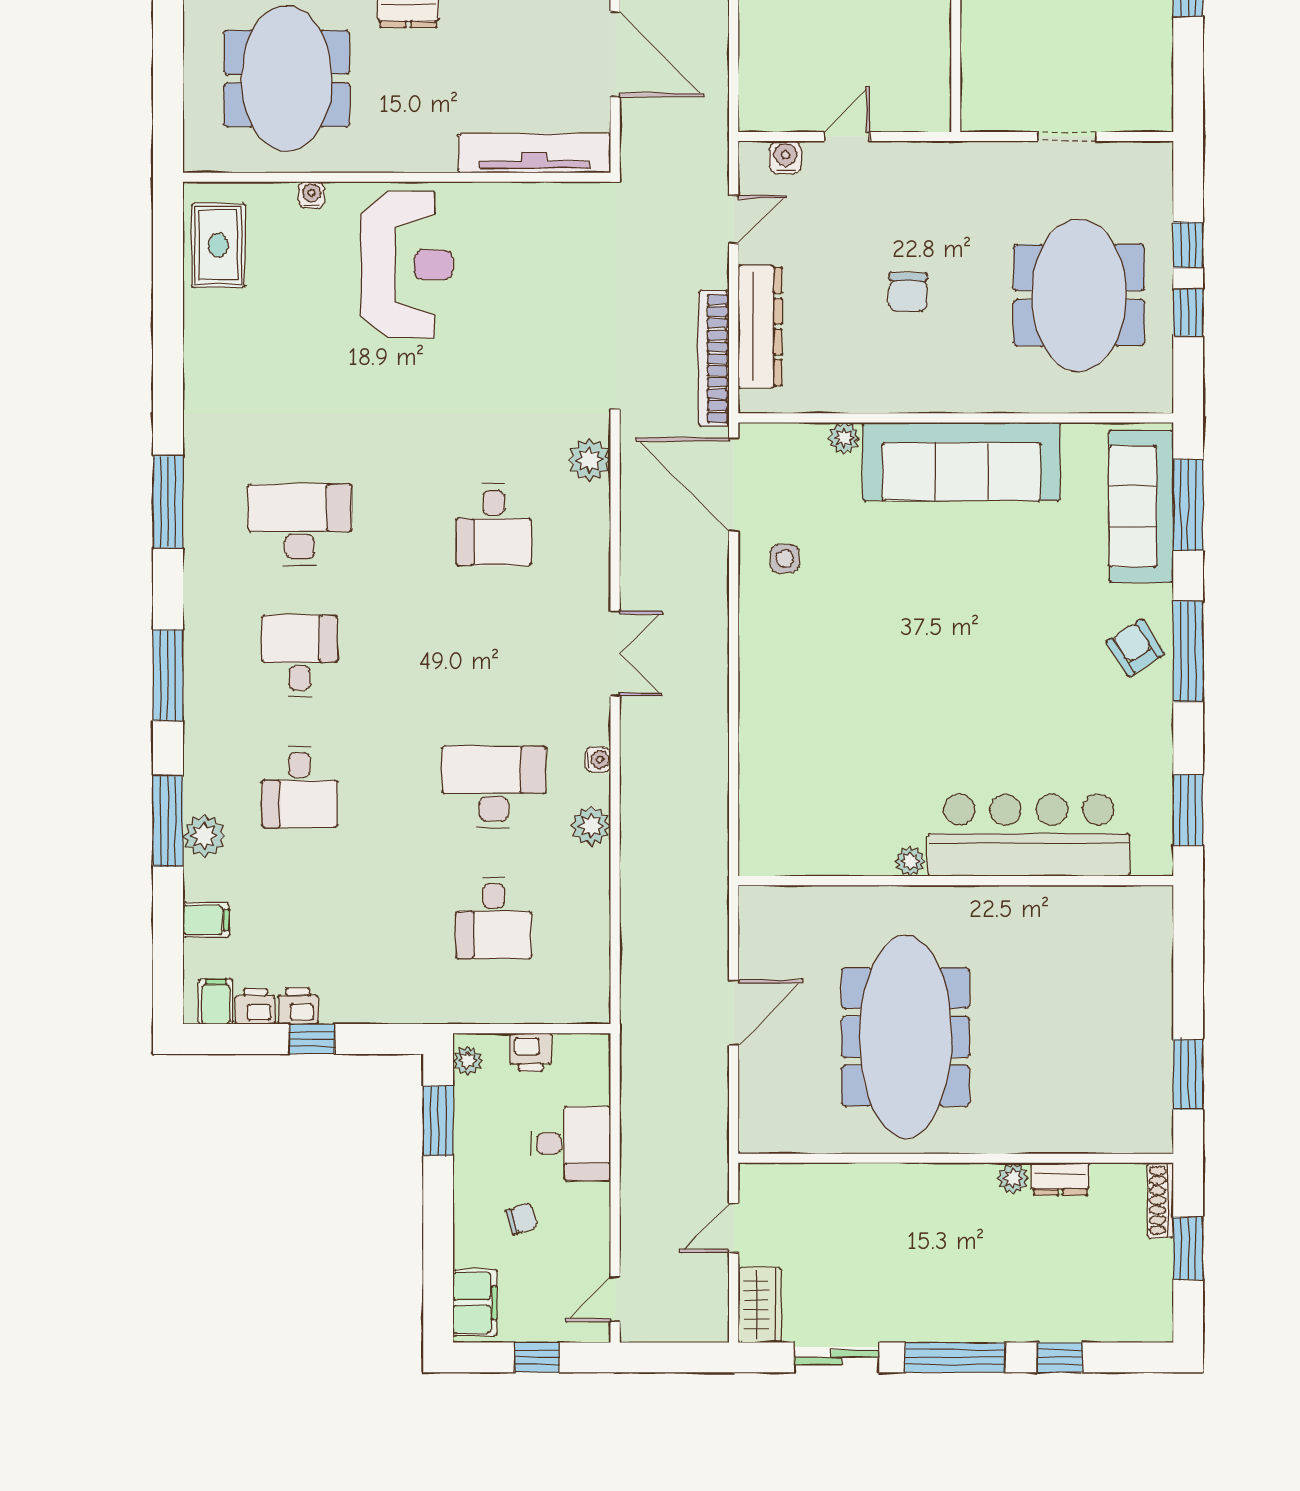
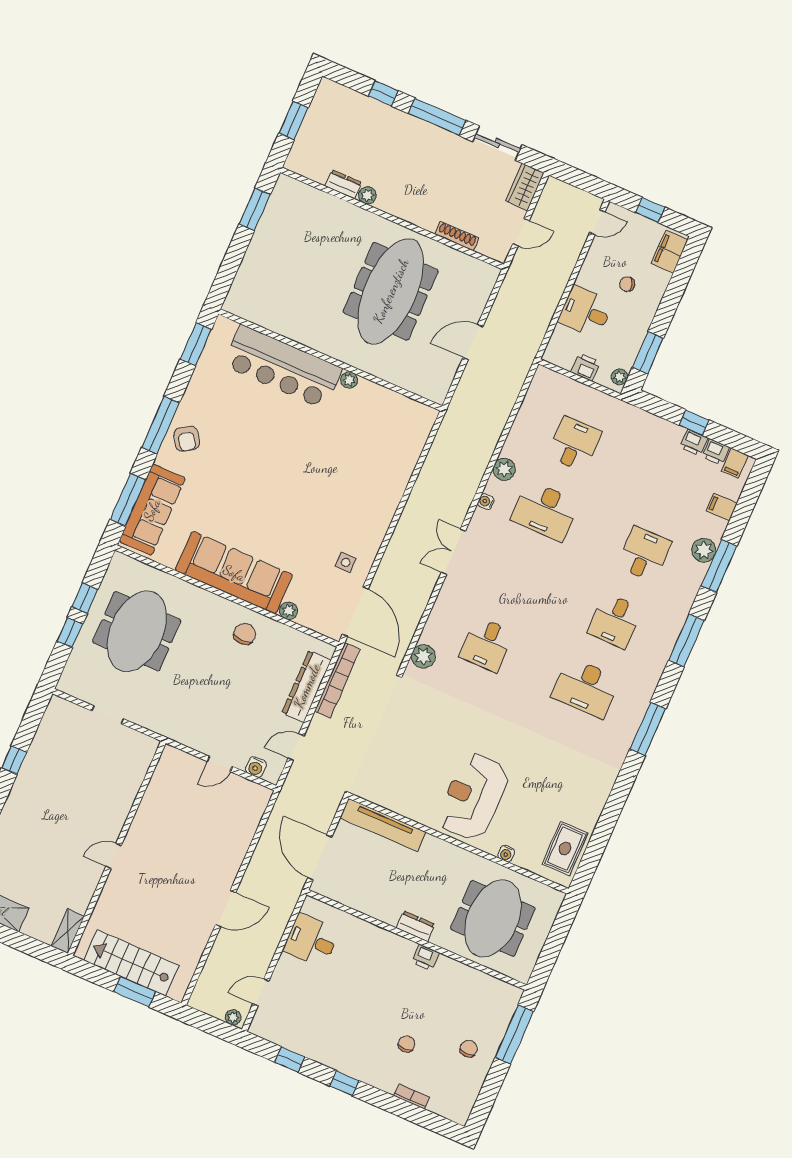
chair: (908, 292) -> (245, 634), moved
desk: (494, 525) -> (487, 644), turned 180
shoe rack: (1161, 1200) -> (457, 236), moved, turned -90

